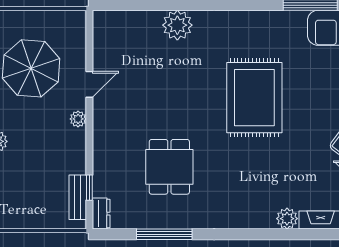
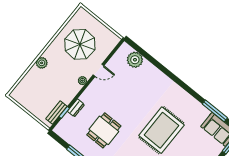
plant: (177, 25) -> (135, 60), moved
dresser: (101, 214) -> (76, 108), moved

